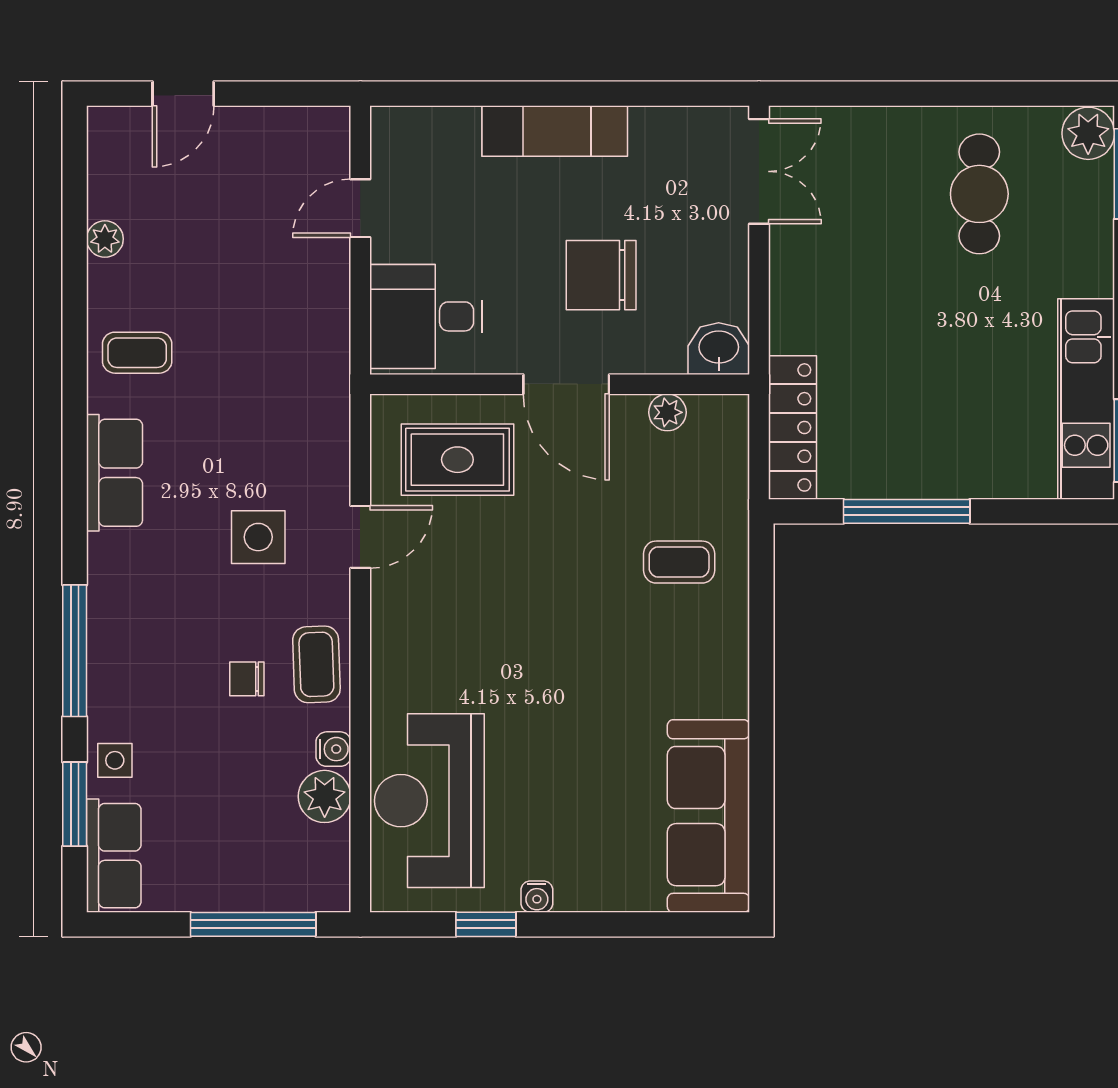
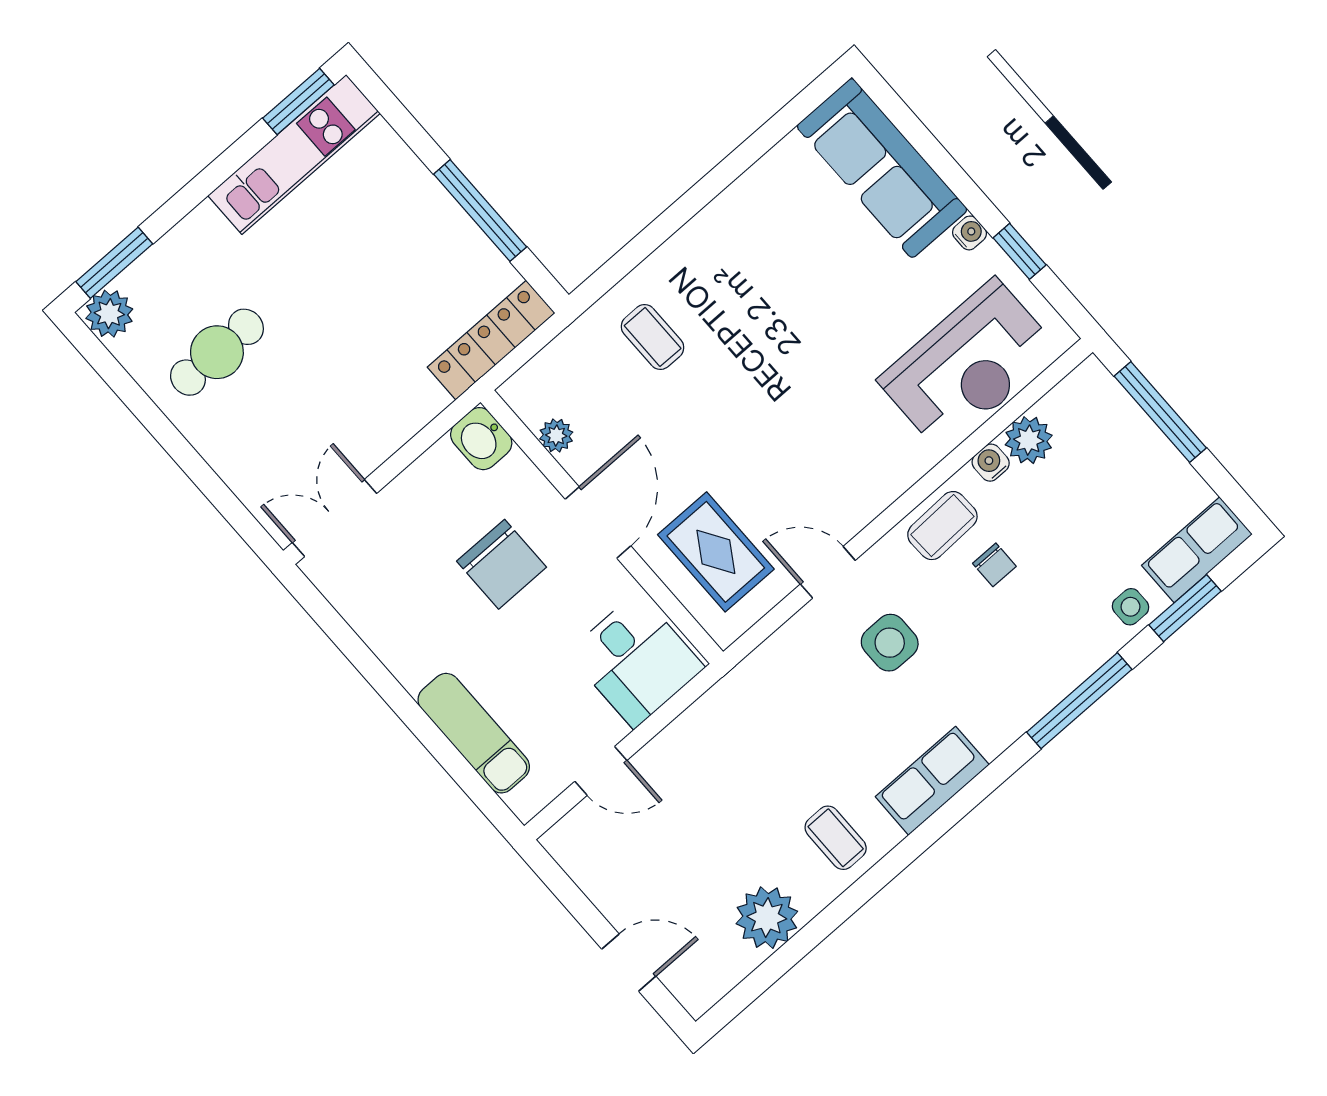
exam couch: (555, 131) -> (474, 733), moved
plant: (105, 239) -> (767, 918), width x1.88, depth x1.88
sofa: (708, 816) -> (882, 168), moved, turned 90

